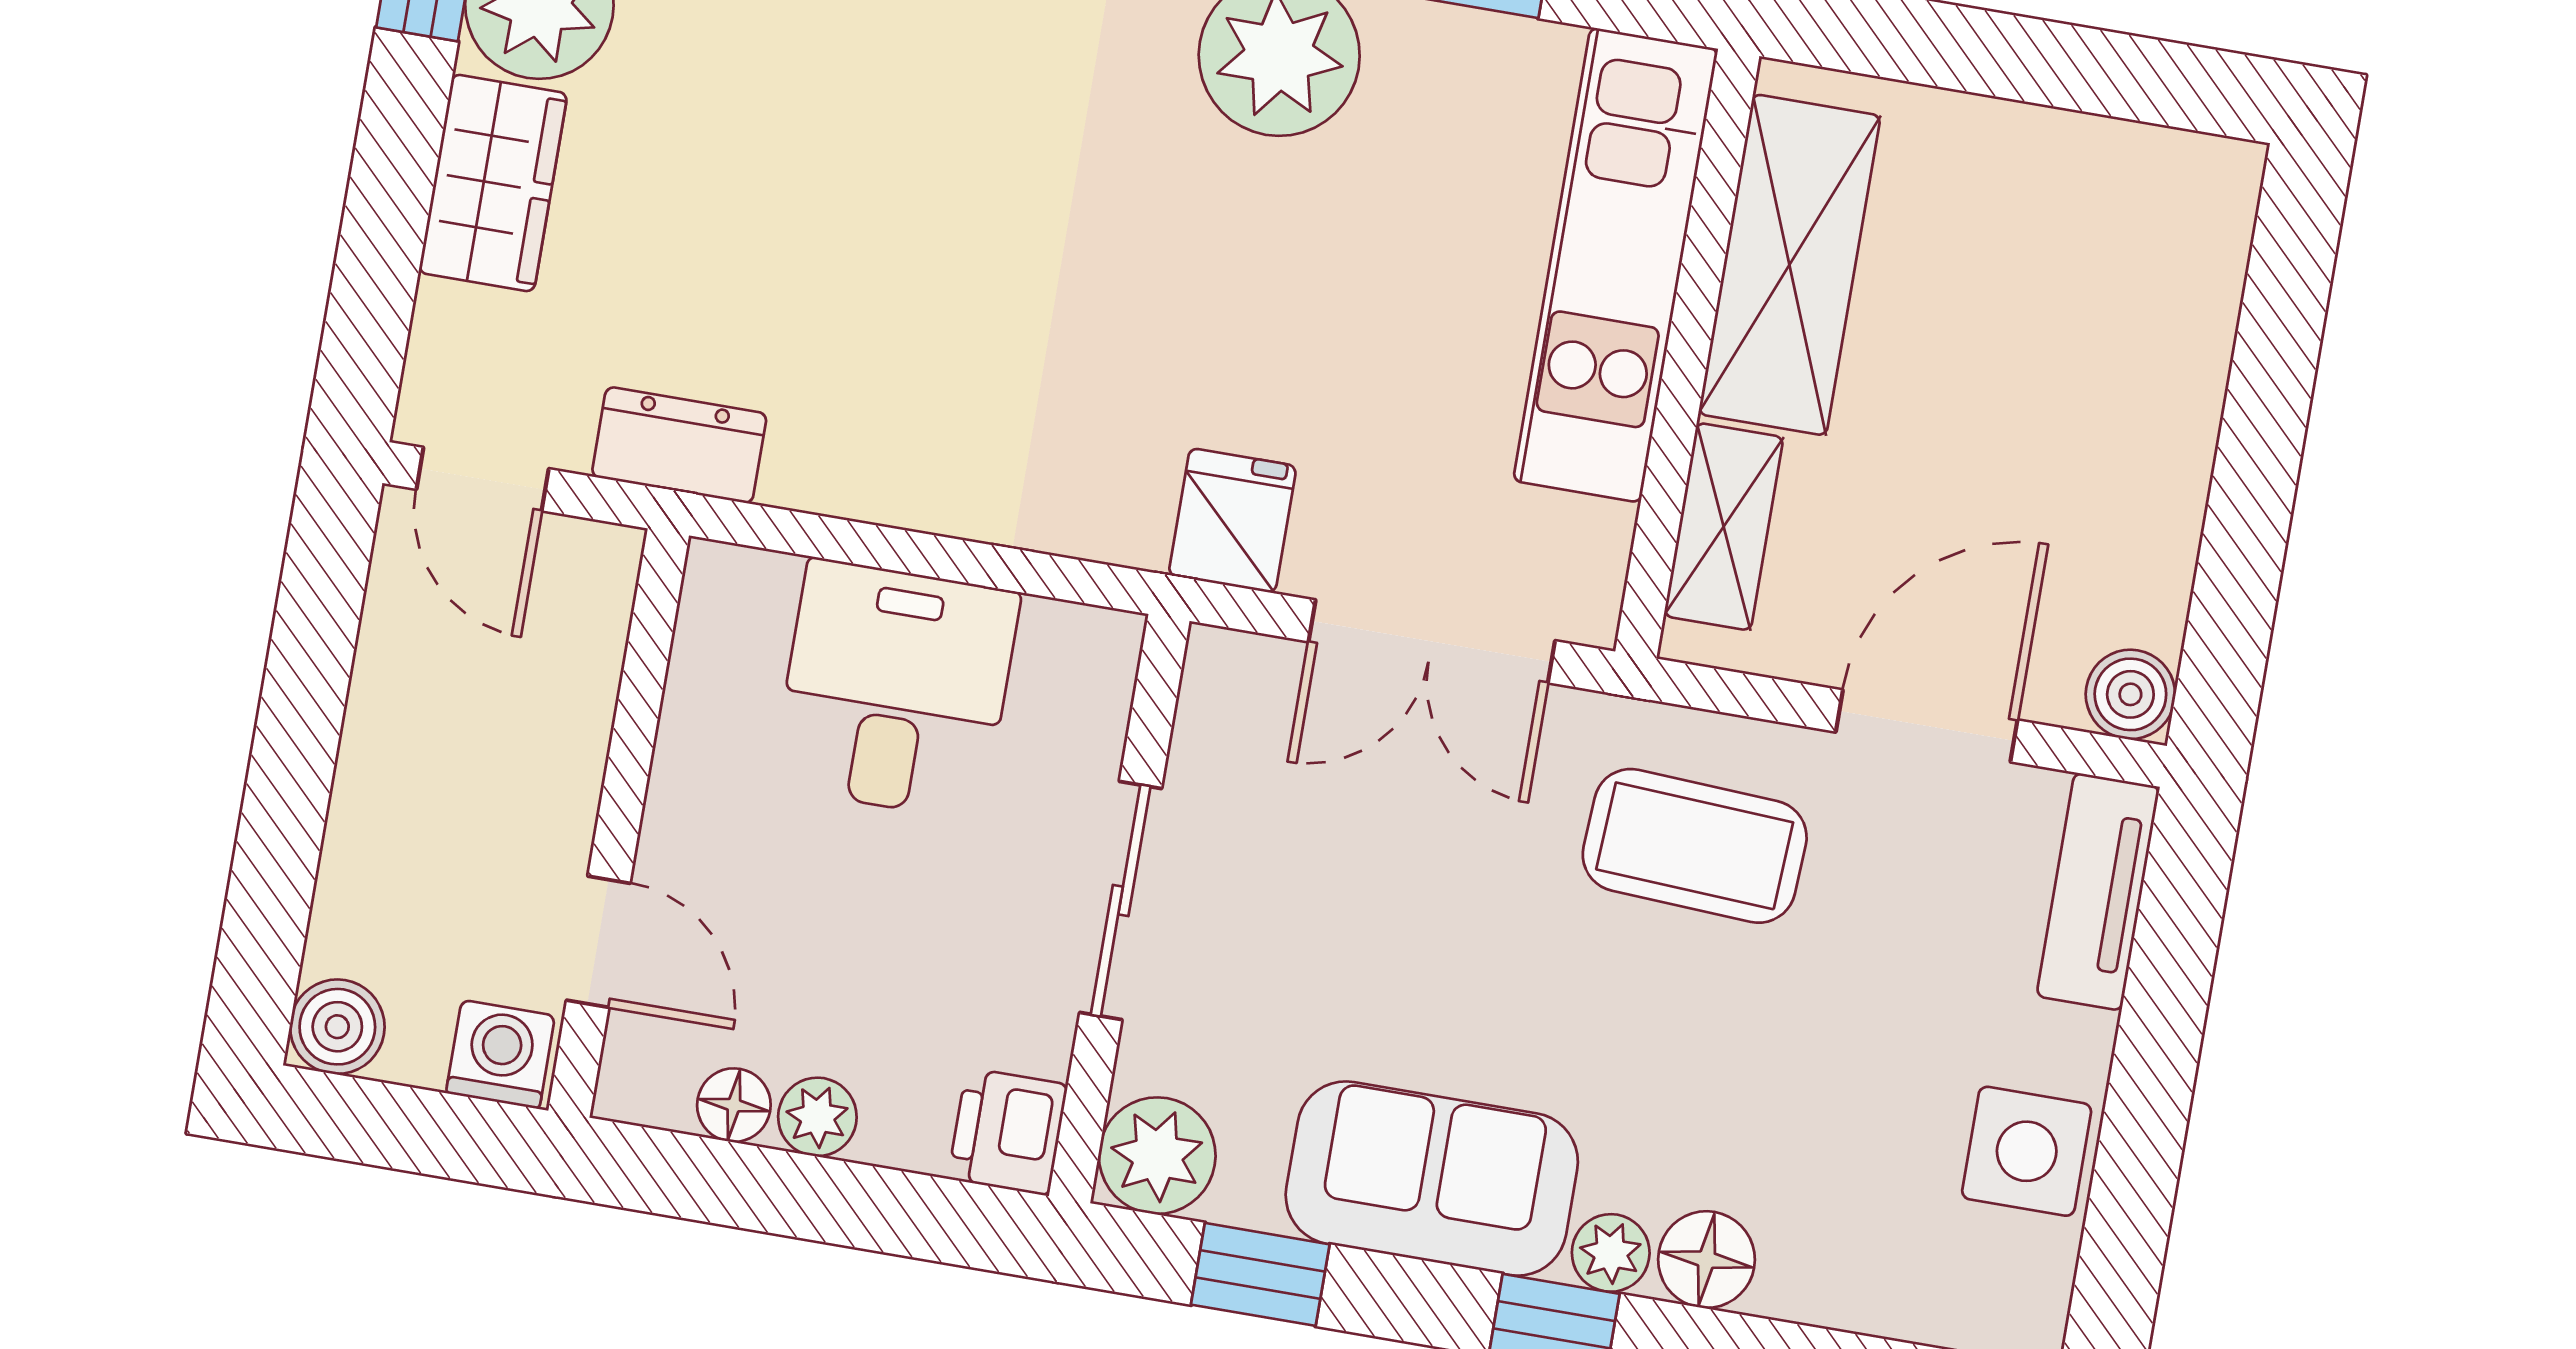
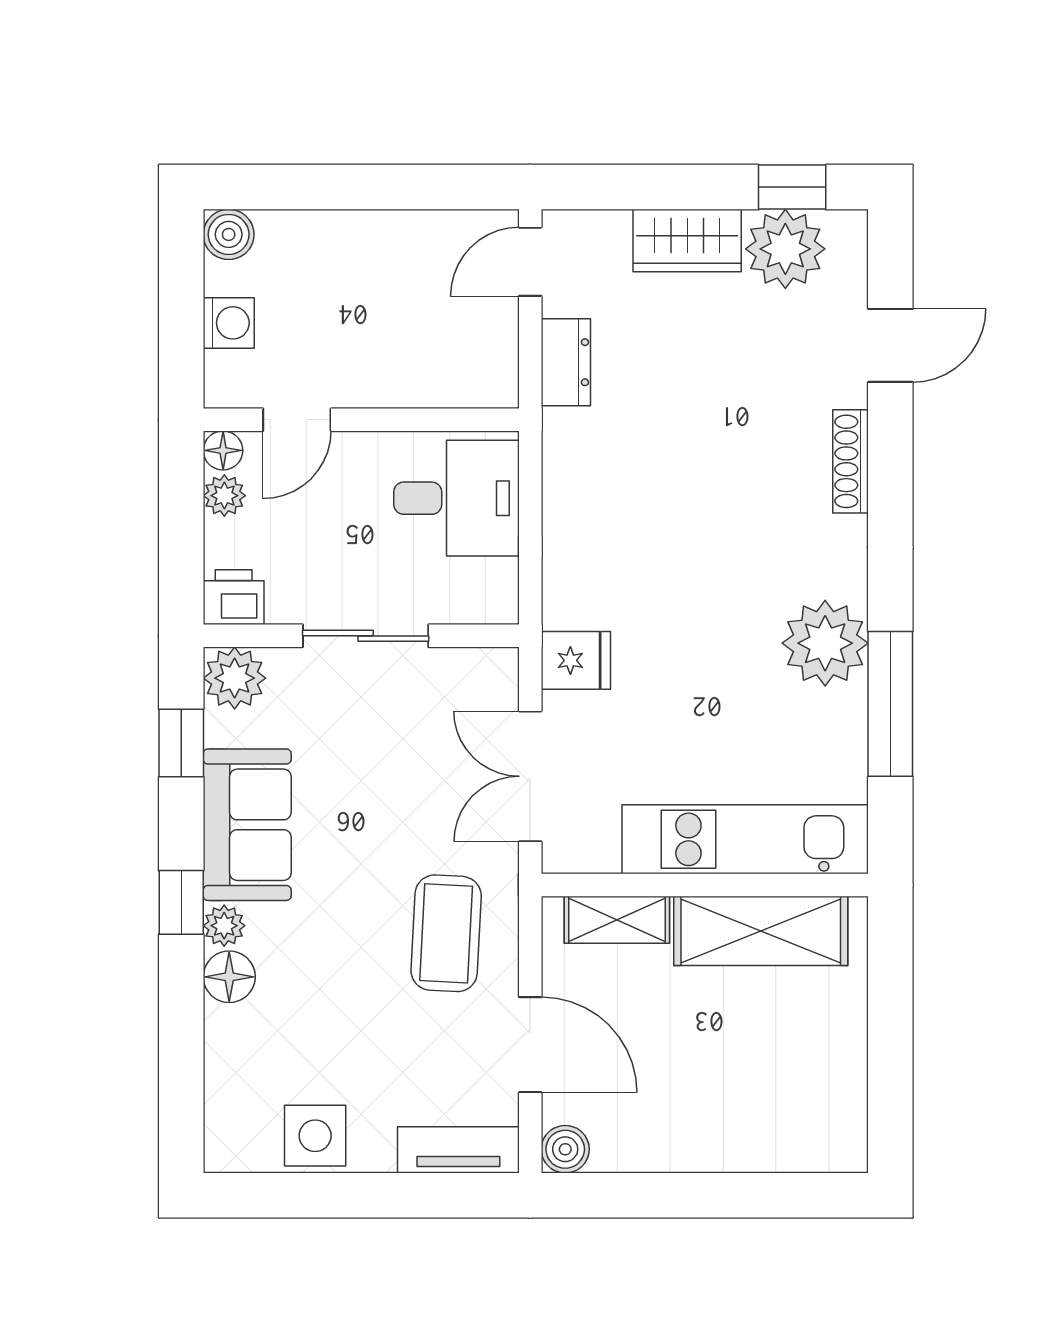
wall: (619, 823) -> (361, 420), moved
door: (598, 942) -> (297, 420), moved

